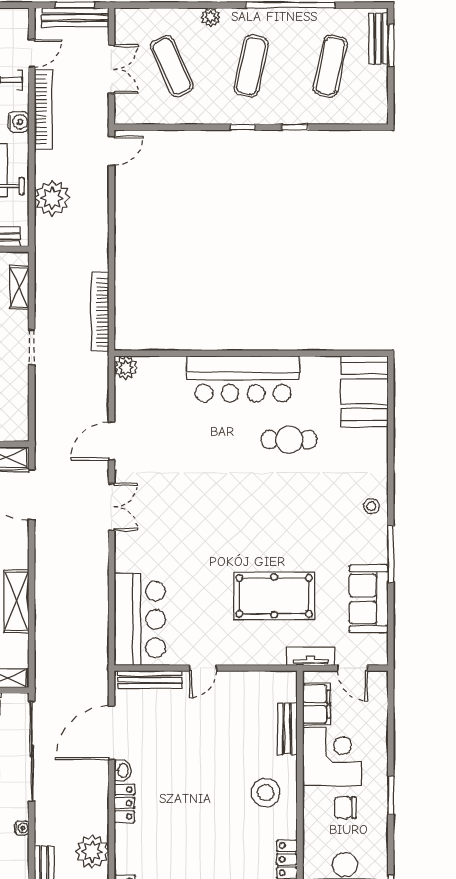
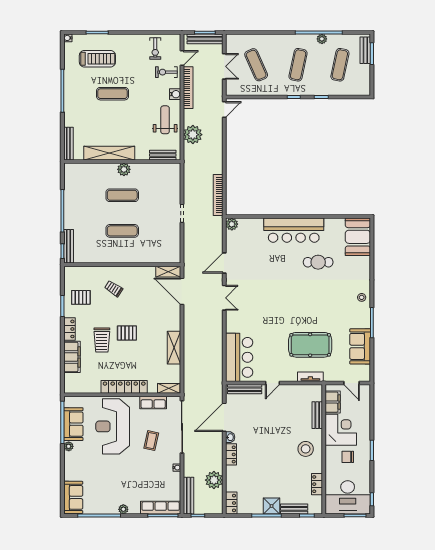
plant: (211, 17) -> (322, 39), moved
shelving: (19, 287) -> (176, 182), removed
tv unit: (311, 656) -> (310, 377), moved

